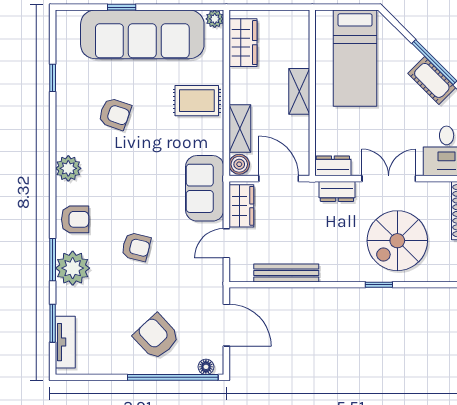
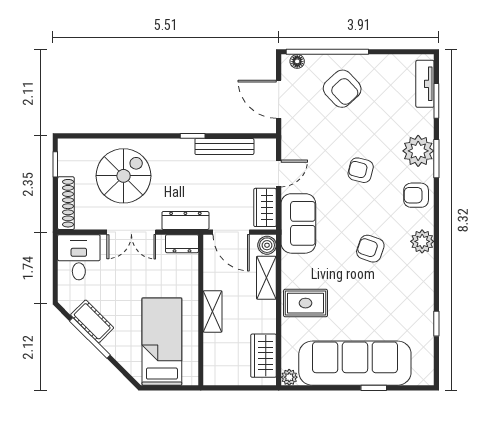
armchair: (115, 114) -> (370, 249), moved
dresser: (337, 191) -> (185, 220), width x1.44
window: (379, 285) -> (193, 136), moved

